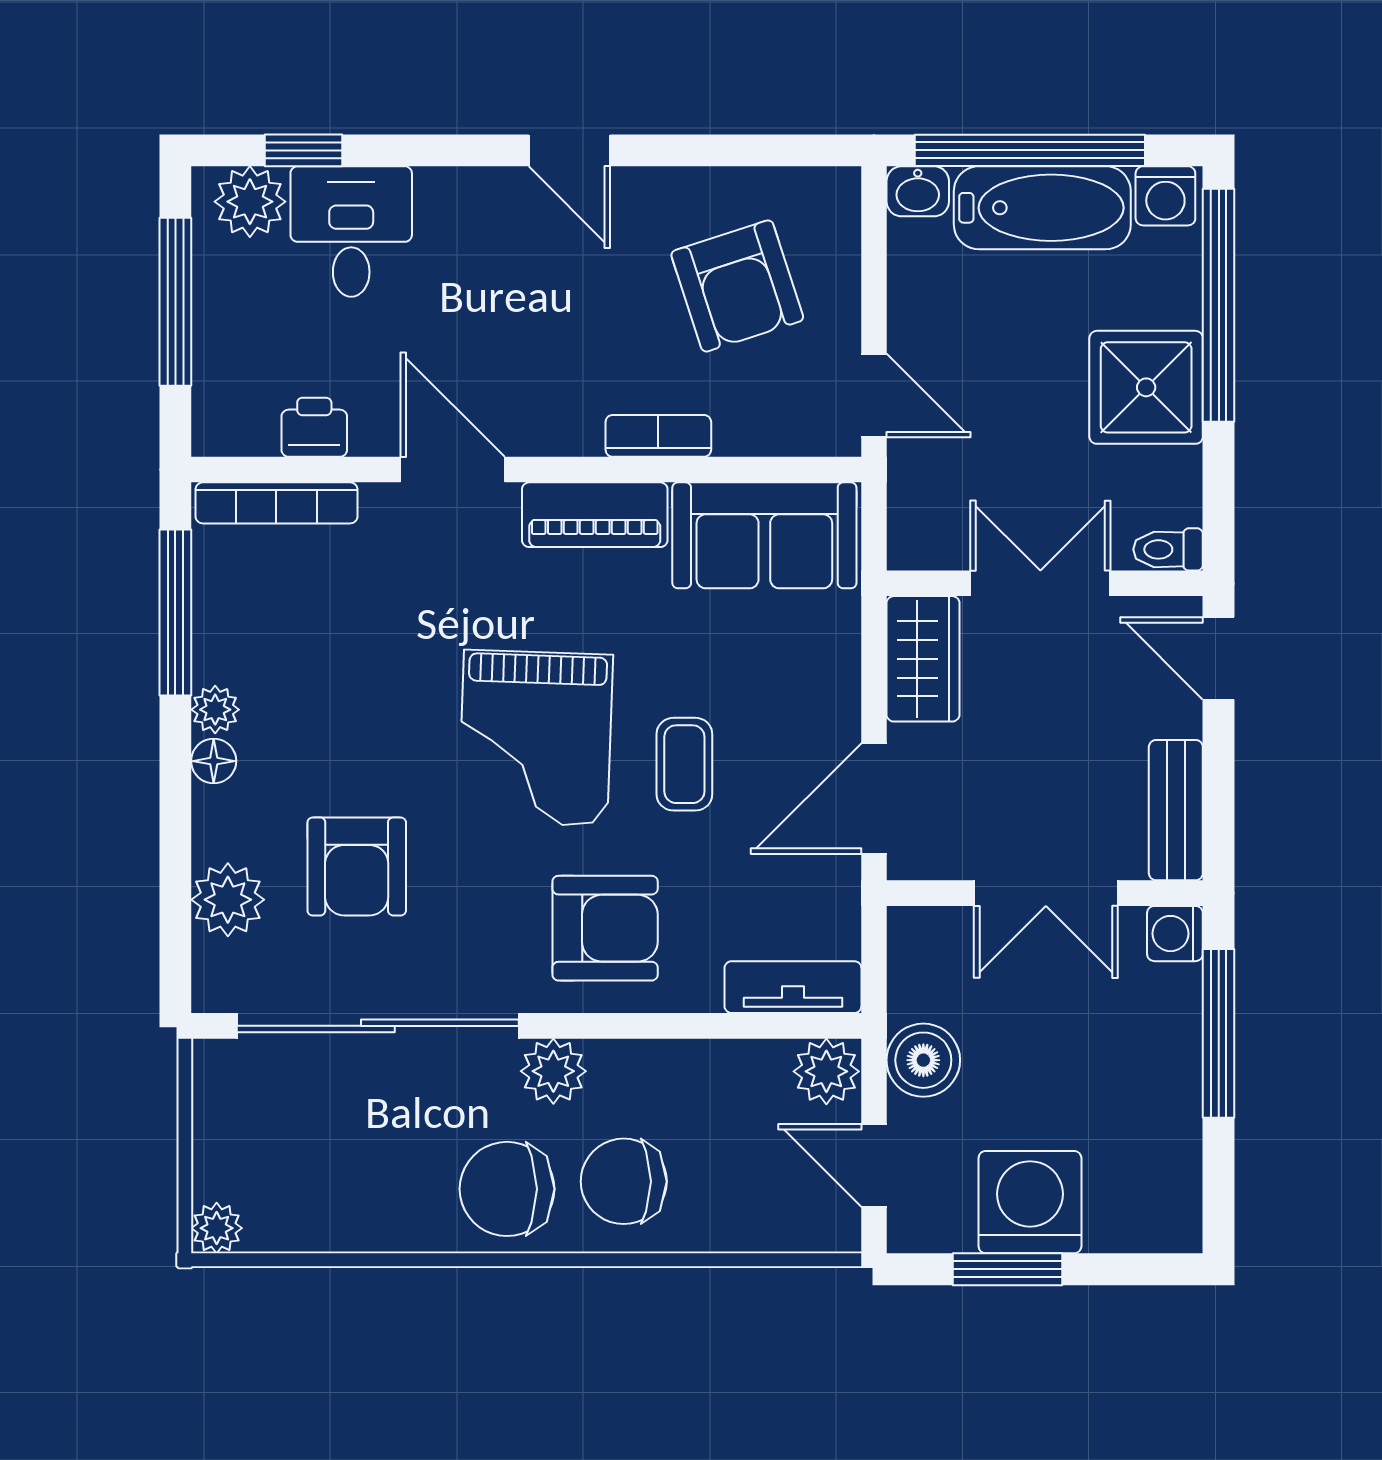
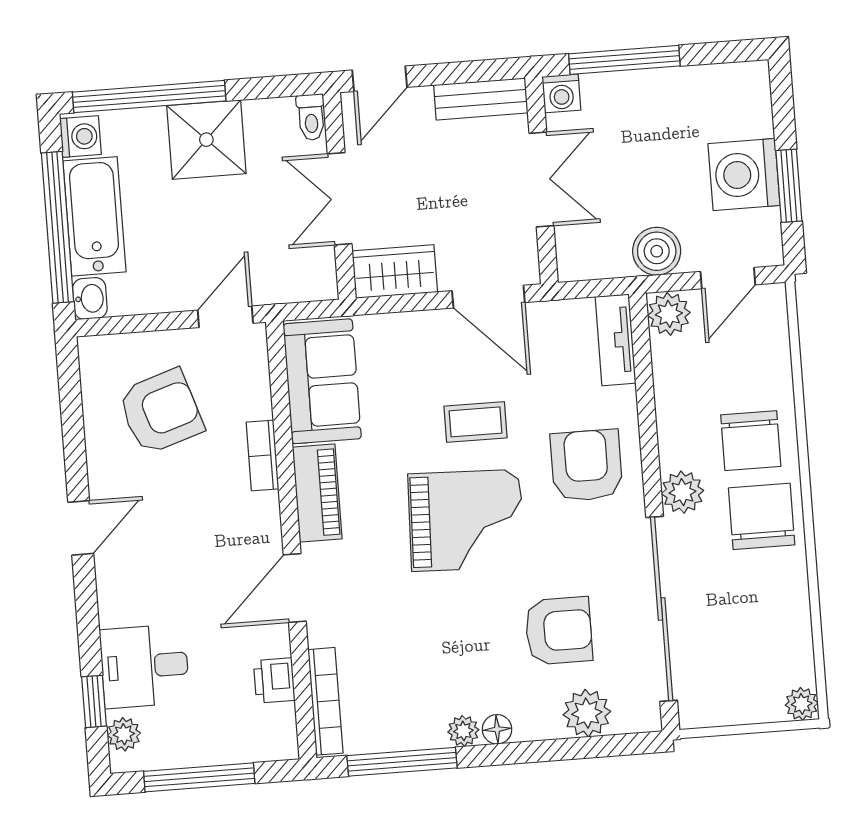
plant: (250, 202) -> (124, 734), width x0.73, depth x0.73
chair: (507, 1189) -> (762, 516), turned 180

